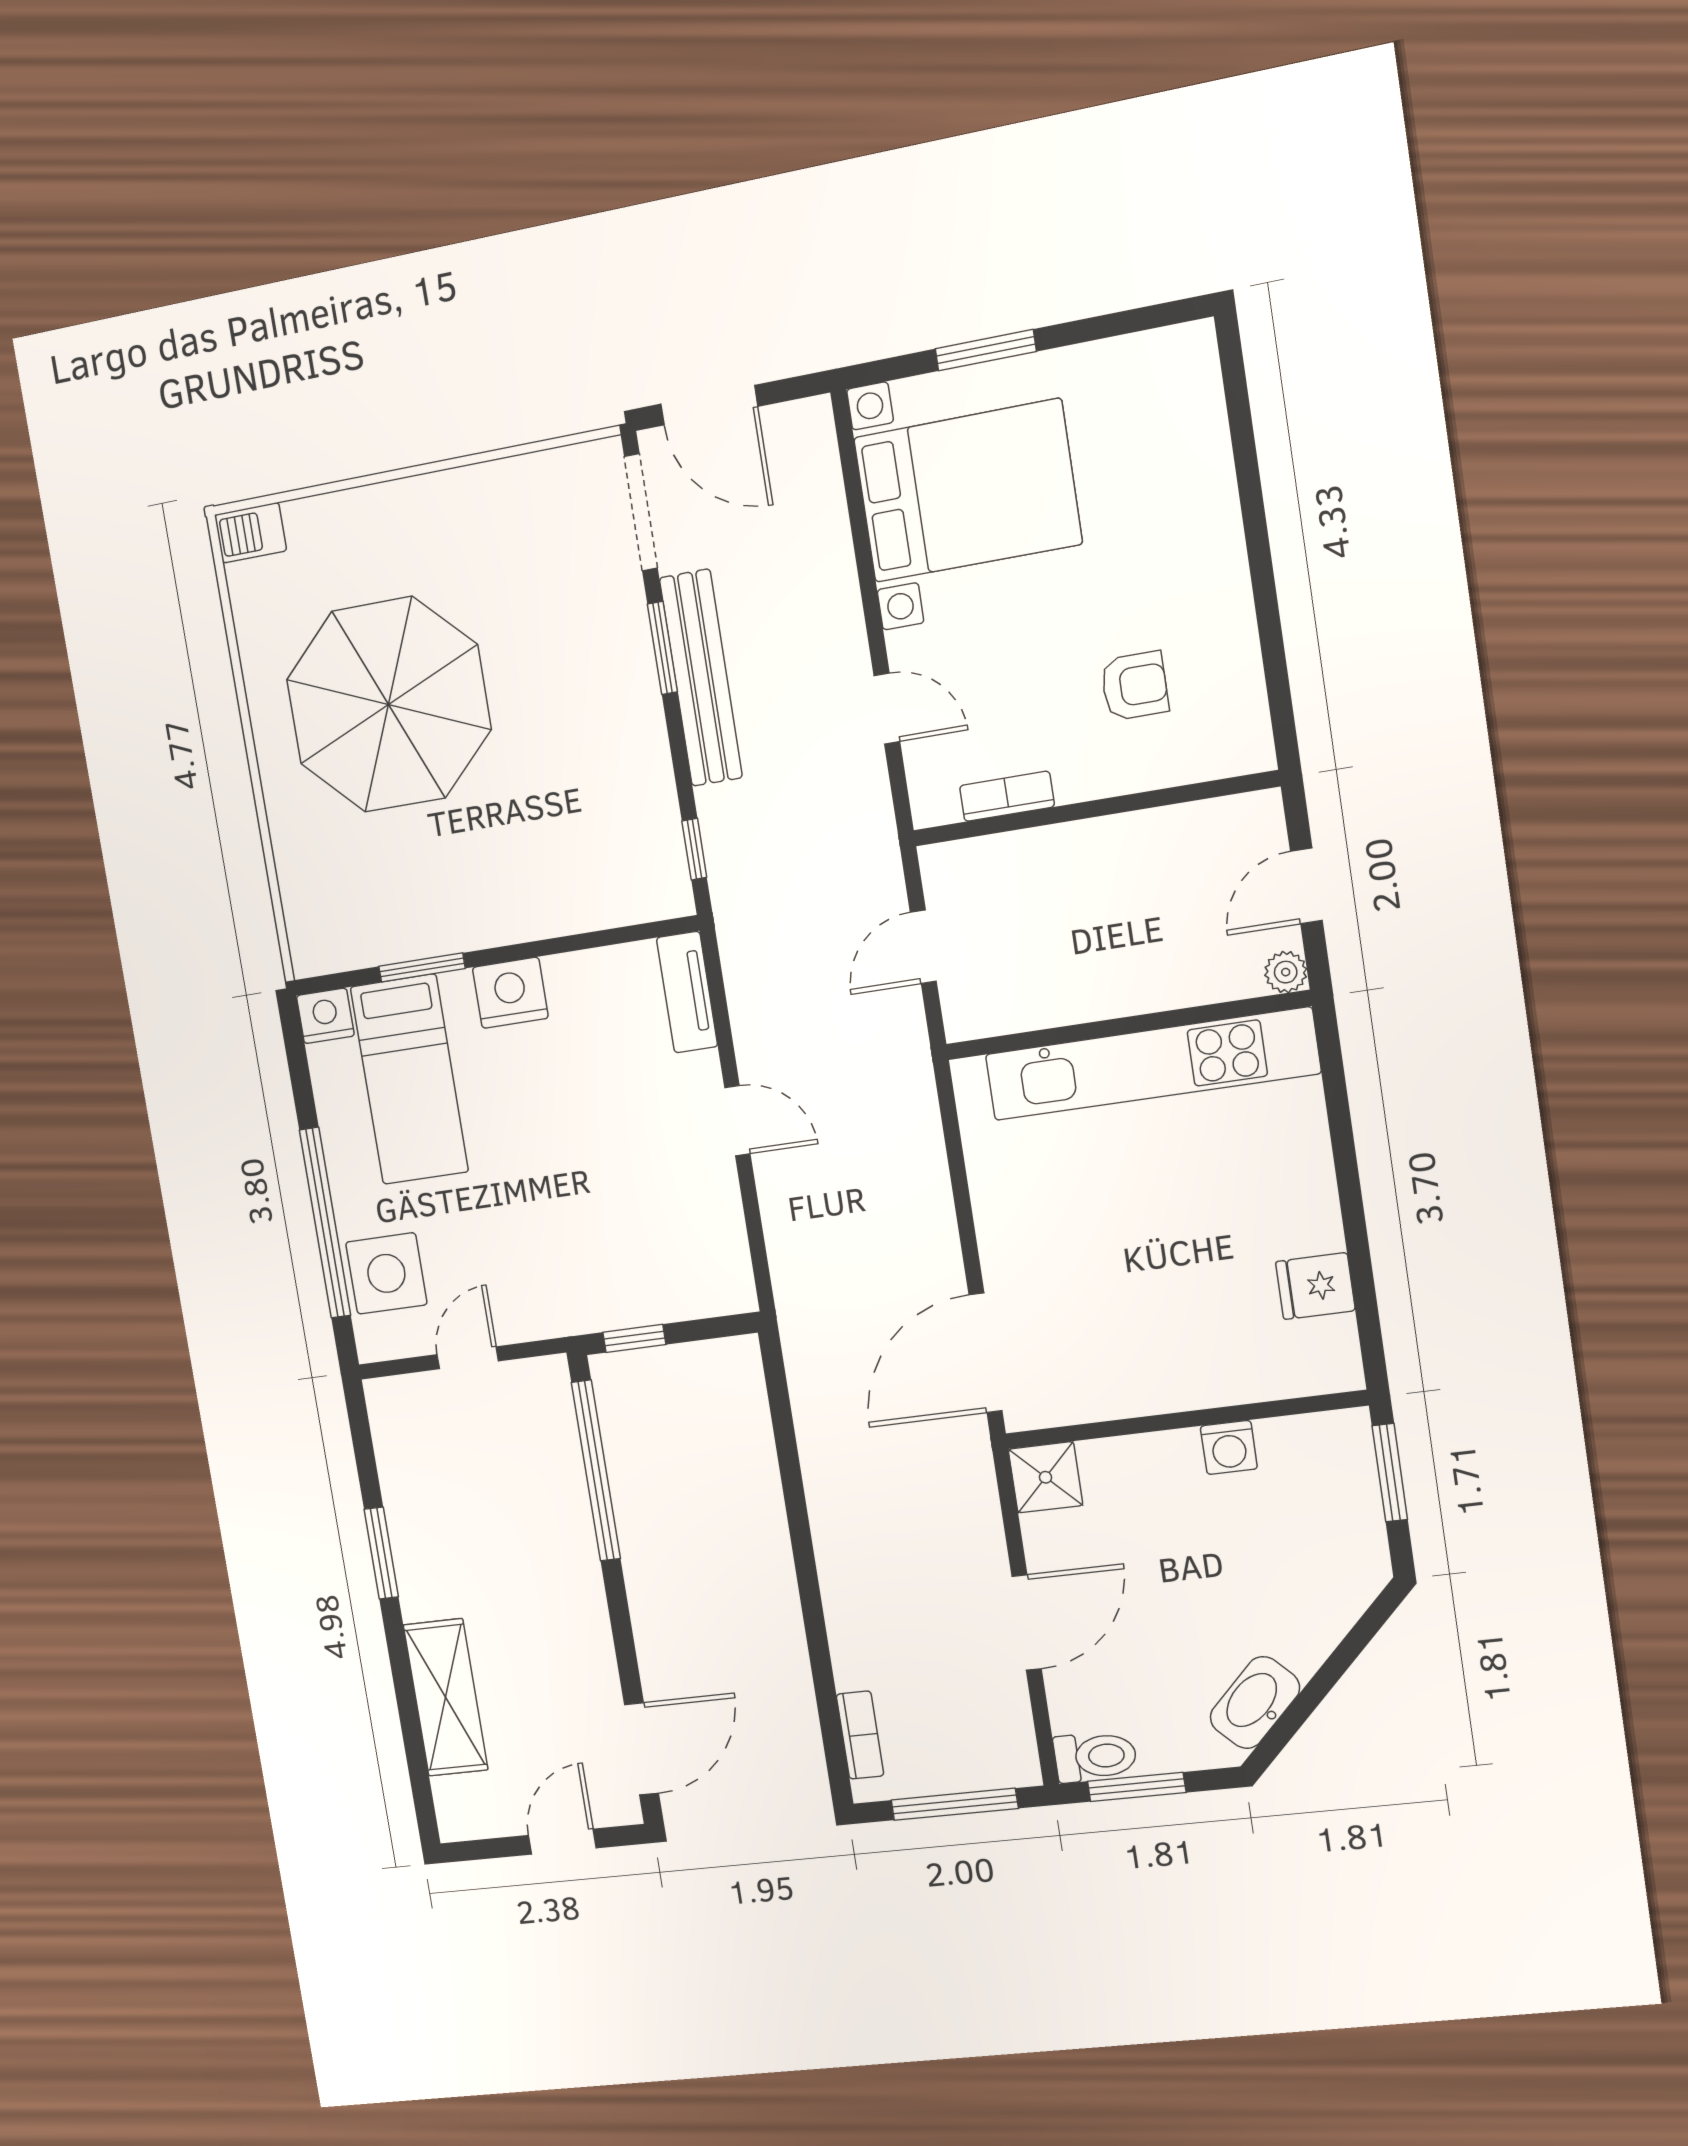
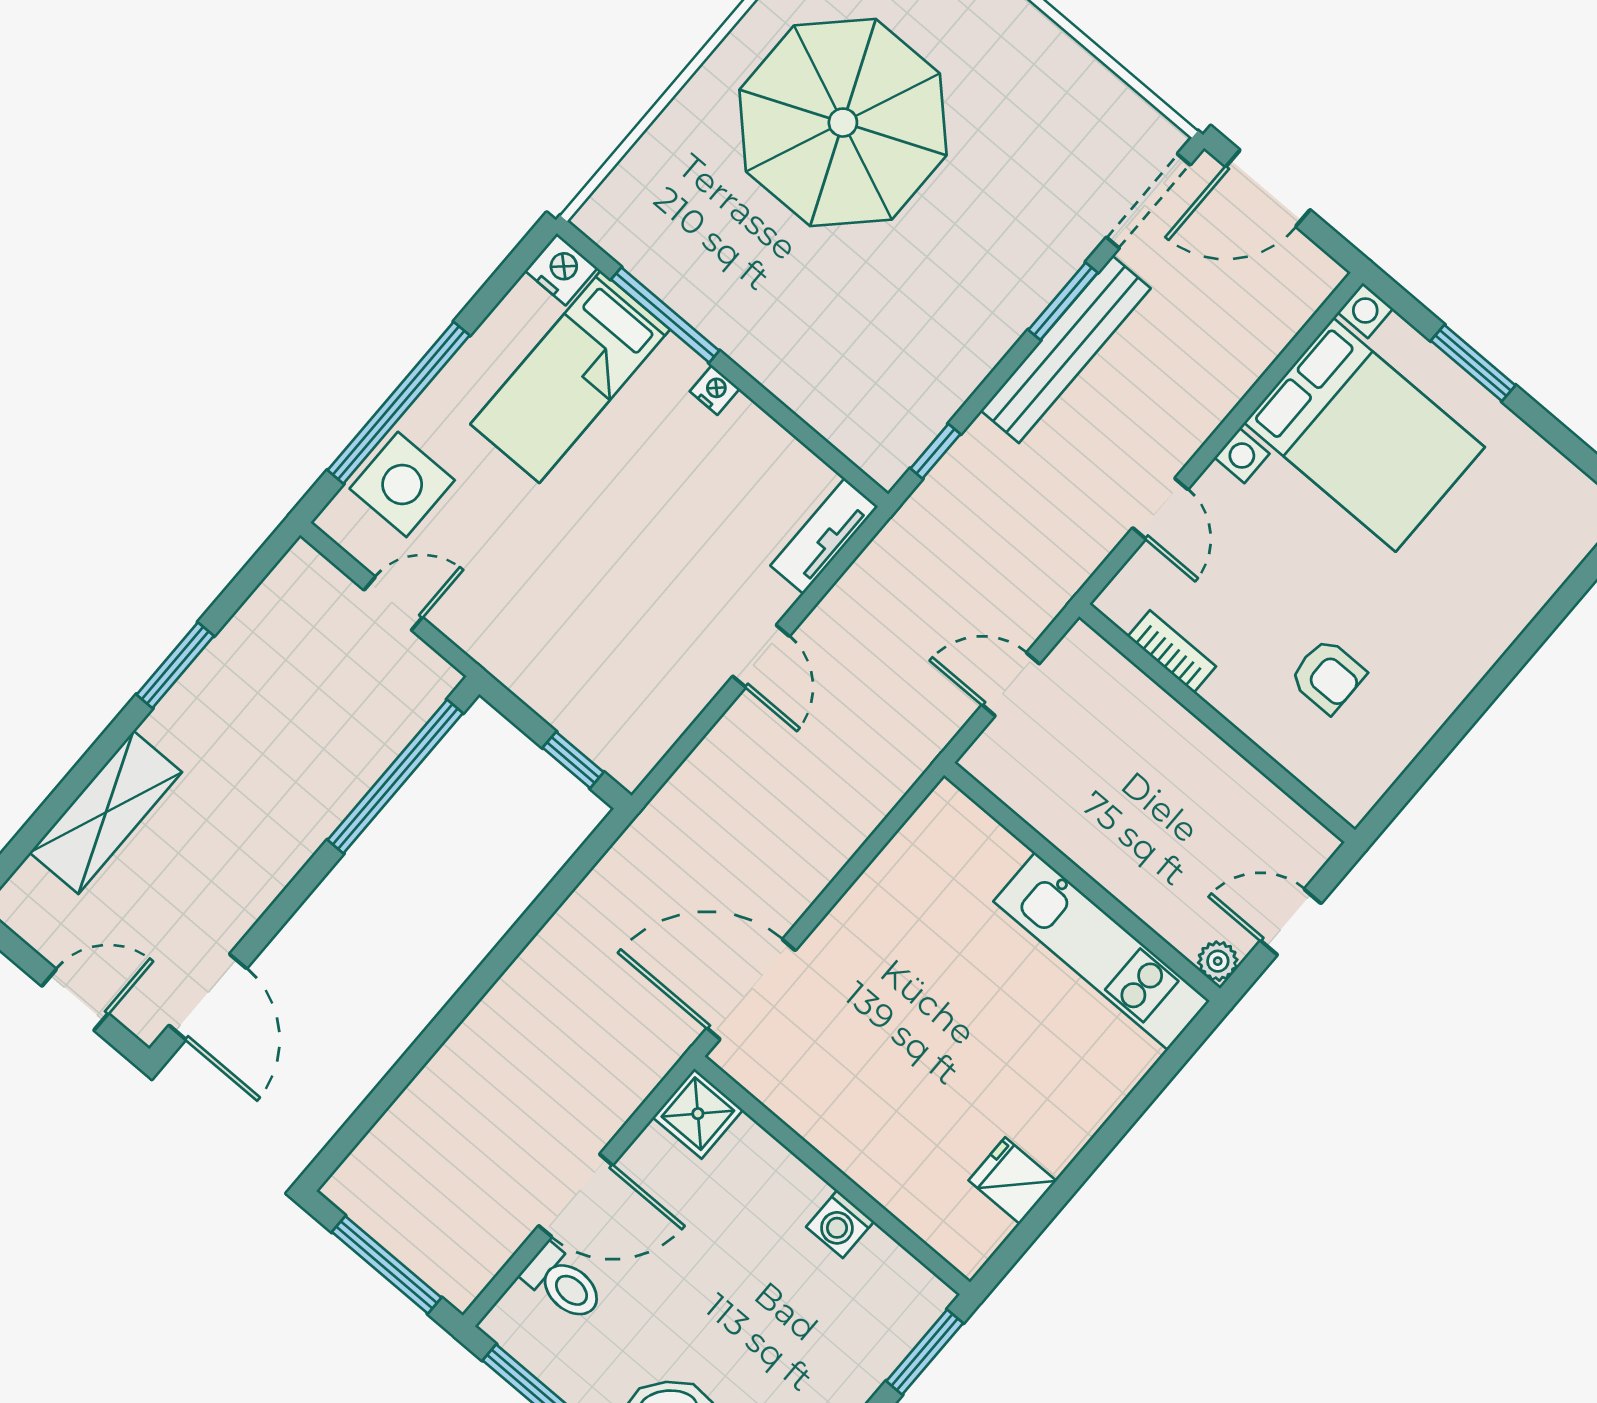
door: (709, 405) -> (1268, 188), hinge flipped
window: (422, 967) -> (665, 315), width x1.44
nightstand: (510, 993) -> (715, 390), width x0.53, depth x0.56
kitchen unit: (1152, 1064) -> (1102, 951), width x0.73
window: (634, 1338) -> (573, 760), moved
bookcase: (860, 1735) -> (374, 1150), removed
door: (642, 1749) -> (208, 997), hinge flipped
toilet: (1095, 1757) -> (563, 1283), moved

